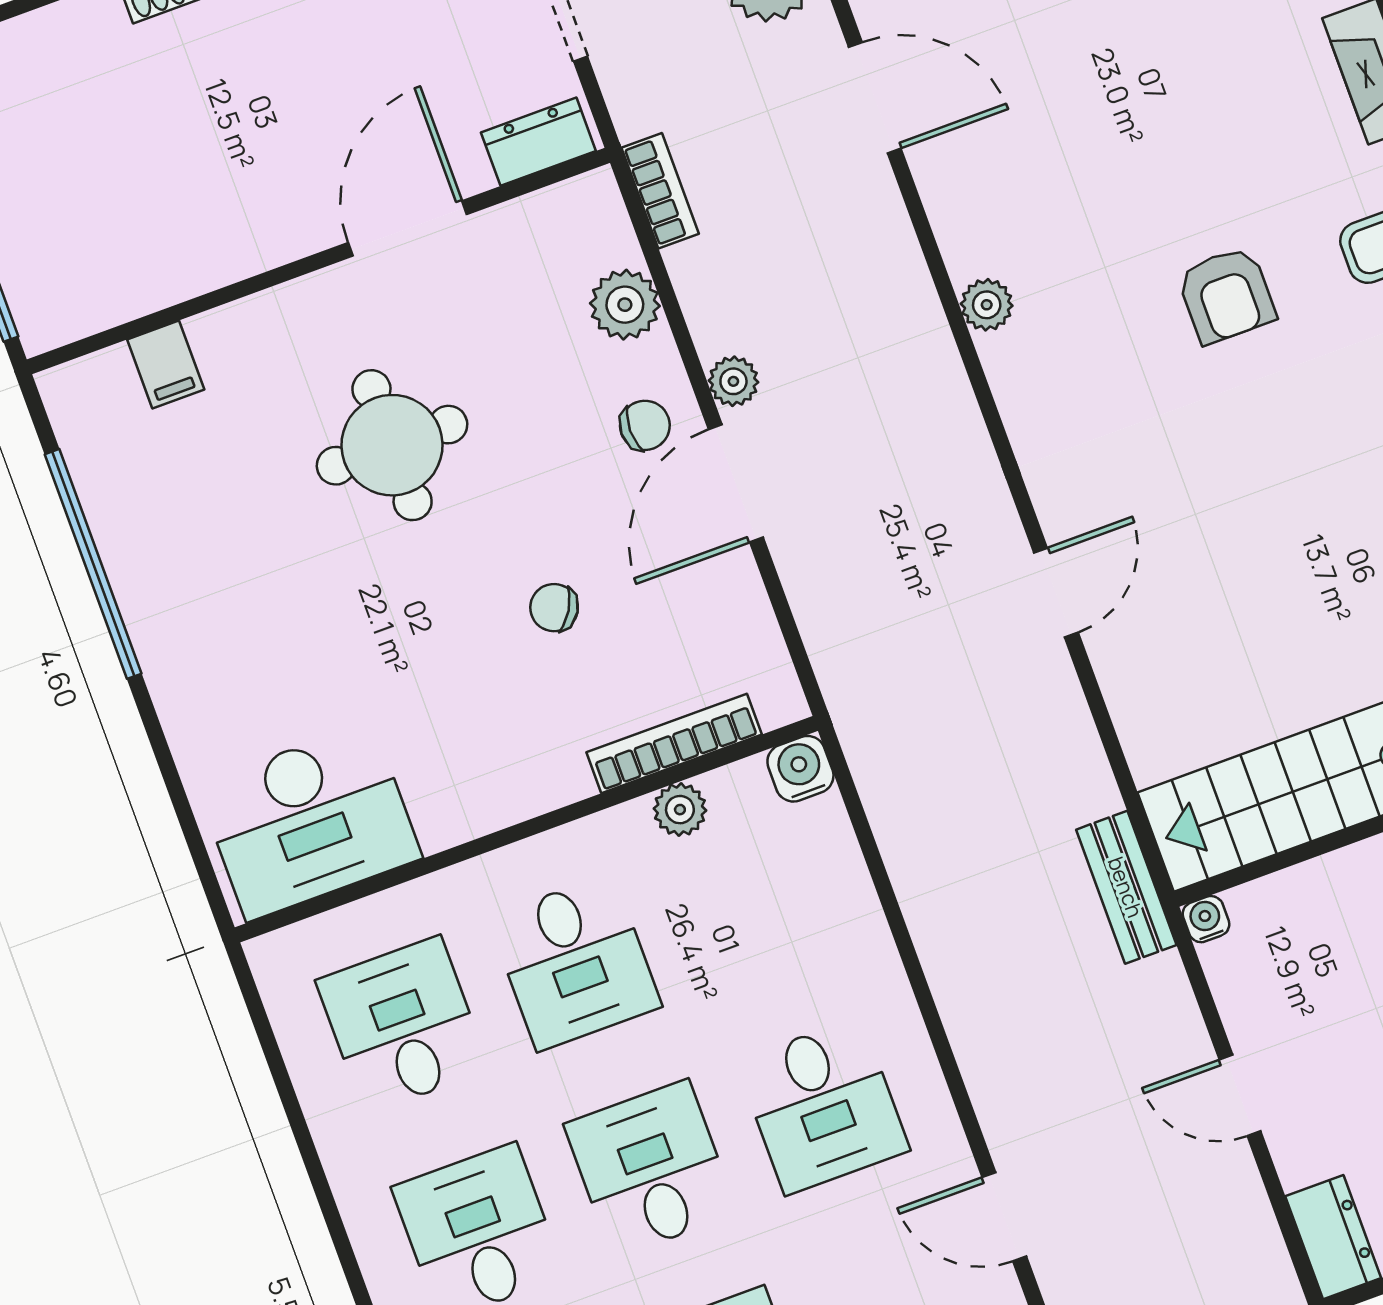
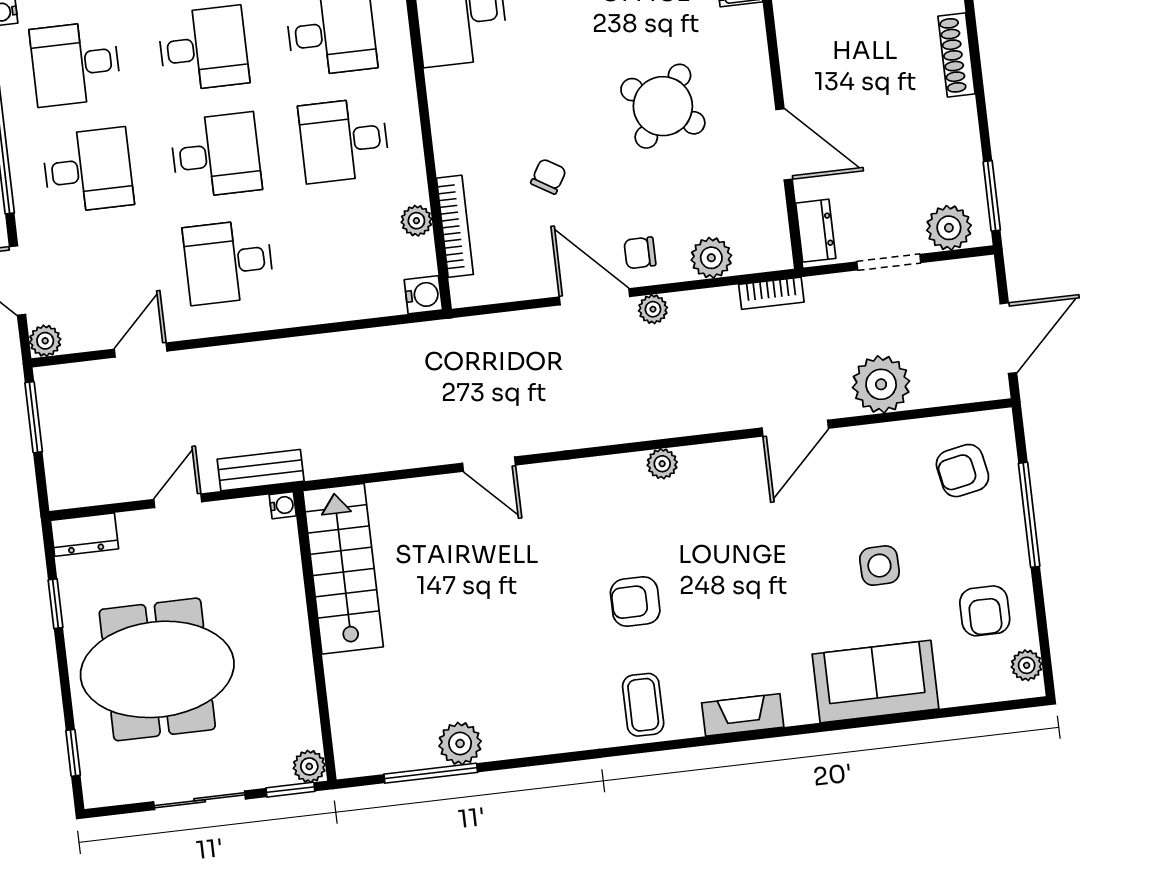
chair: (645, 425) -> (640, 253), turned 90
round table: (392, 445) -> (663, 106), turned 35
bench: (1126, 887) -> (261, 470), moved

